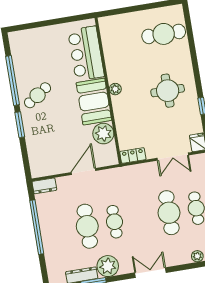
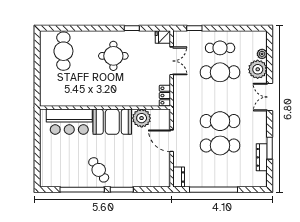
plant: (115, 89) -> (104, 101), removed
cafe table: (114, 222) -> (220, 121), width x1.37, depth x1.35
plant: (108, 266) -> (258, 69), moved

